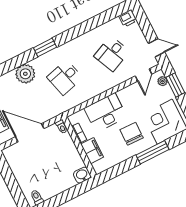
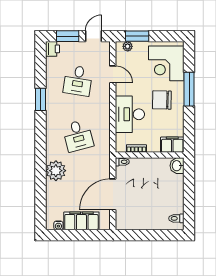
window: (145, 26) -> (68, 36), added
window: (45, 47) -> (40, 99), moved
desk: (112, 54) -> (78, 81), turned 33
door: (144, 75) -> (113, 74), moved
filing cabinet: (92, 151) -> (172, 145), moved

